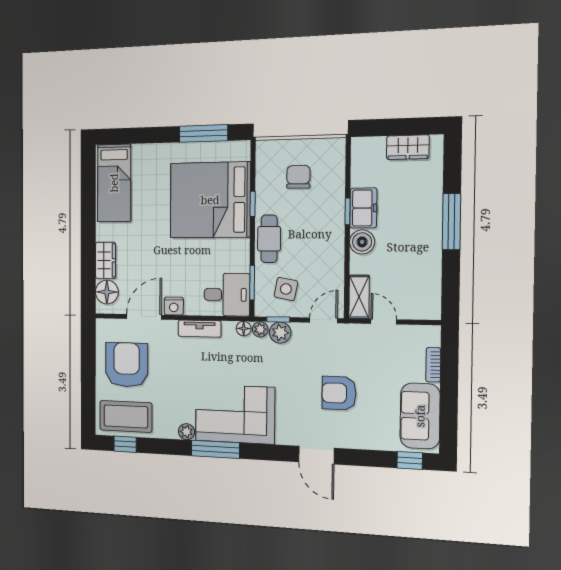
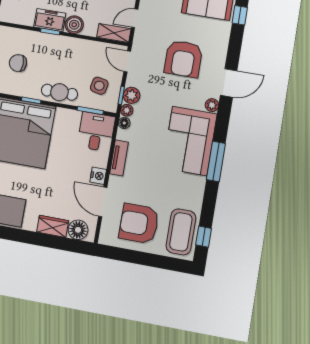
armchair: (339, 393) -> (183, 59), width x1.36, depth x1.36
plant: (186, 432) -> (212, 105), moved

